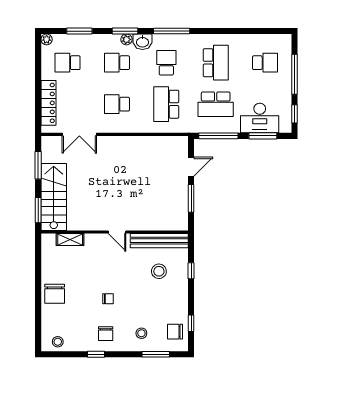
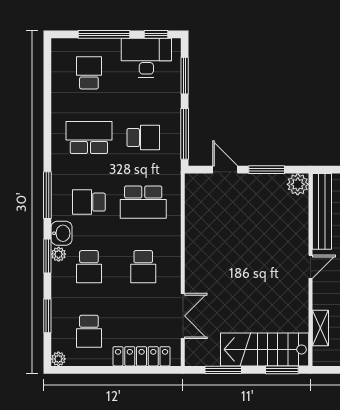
school desk: (216, 104) -> (143, 137), width x0.54
desk: (260, 118) -> (146, 58), moved, turned -90
plant: (180, 222) -> (298, 184), added

